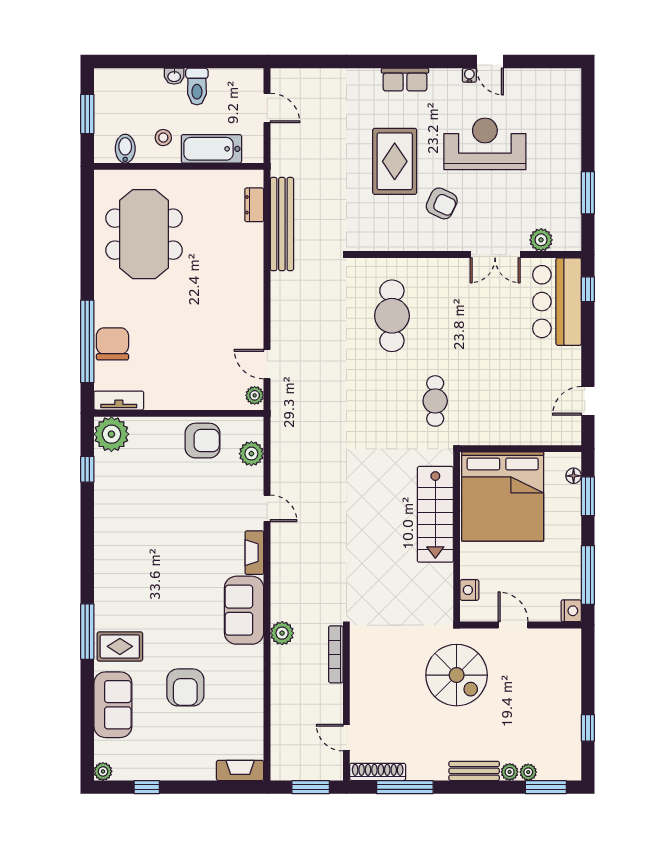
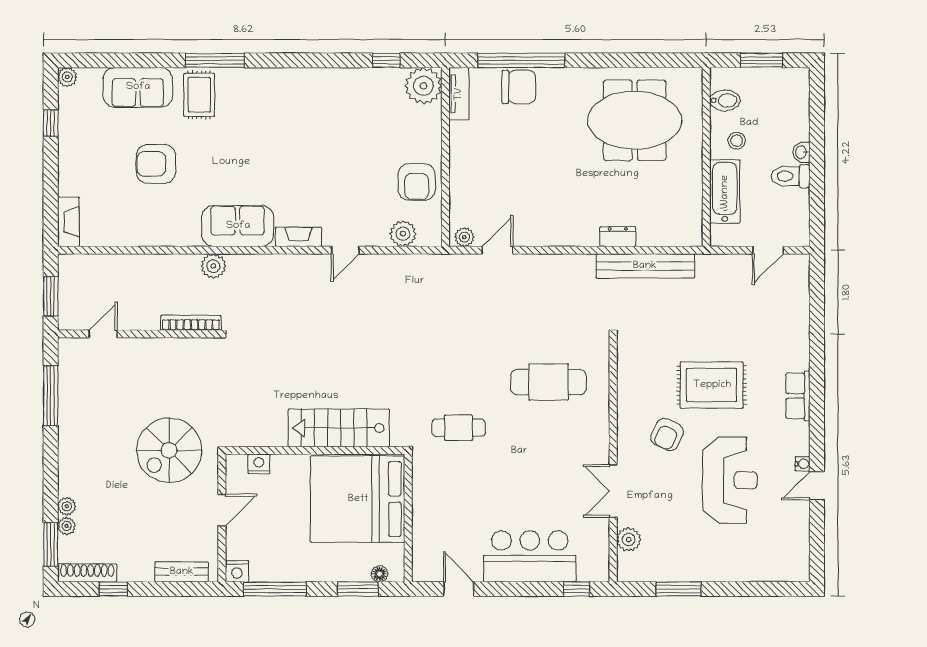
dresser: (254, 205) -> (618, 237), moved
bar counter: (557, 302) -> (530, 556), moved
bench: (474, 771) -> (182, 572), moved, turned 90
shoe rack: (378, 772) -> (87, 573), moved, turned -90

